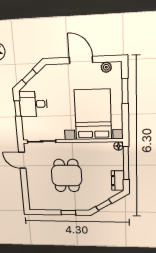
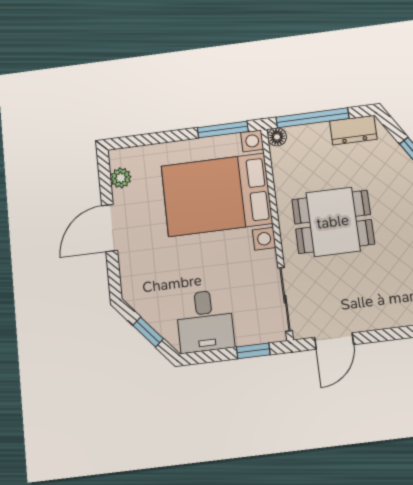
window: (125, 91) -> (223, 130), moved
window: (18, 109) -> (253, 351), moved
dining table: (67, 176) -> (333, 222), moved

